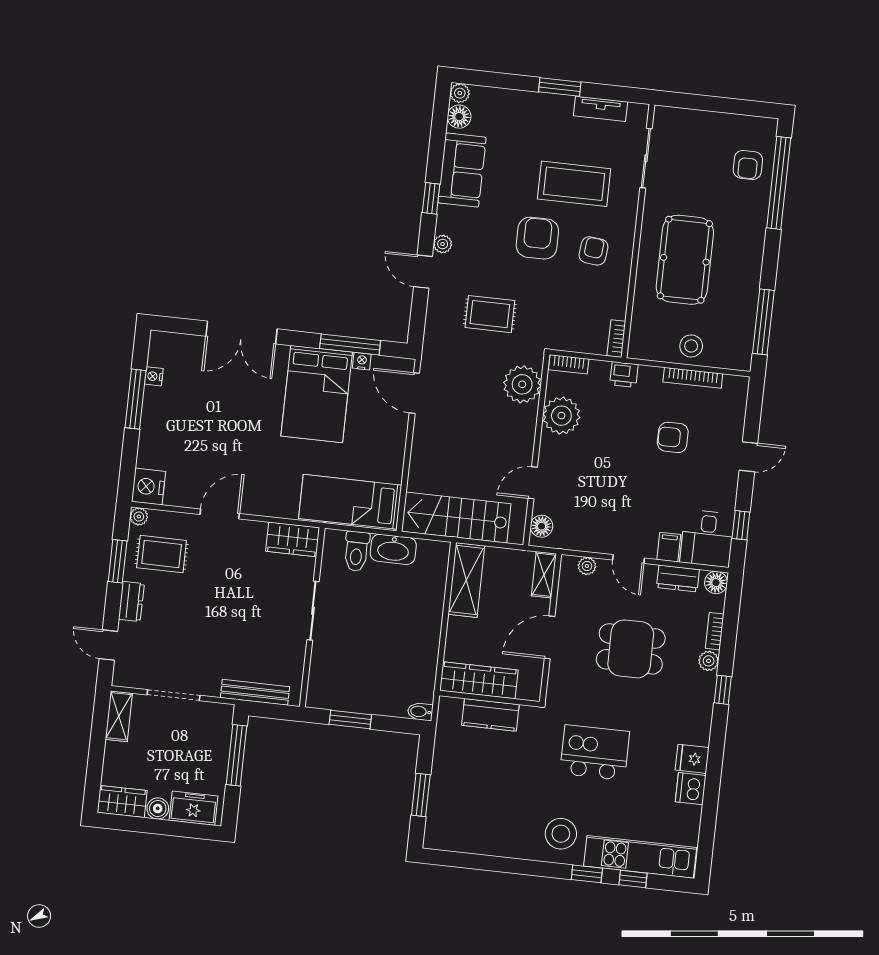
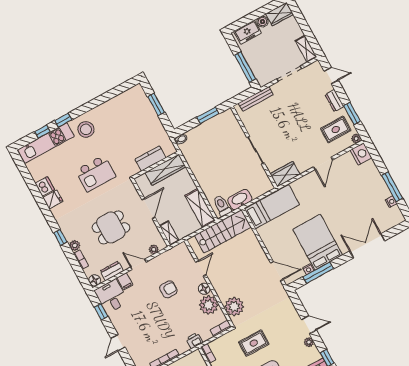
rug: (490, 314) -> (254, 343), moved
armchair: (673, 437) -> (168, 289), moved
floor lamp: (542, 526) -> (204, 289), moved
toilet: (357, 551) -> (222, 206), moved

